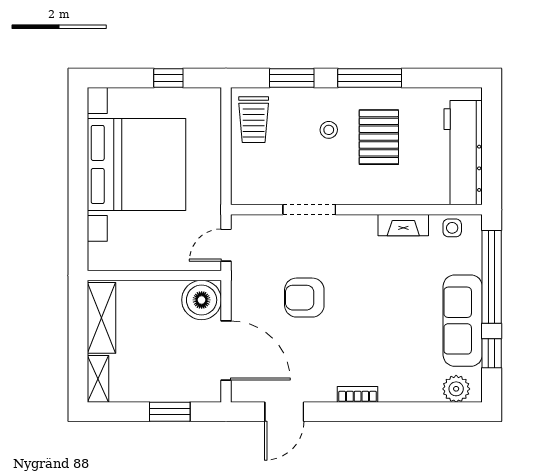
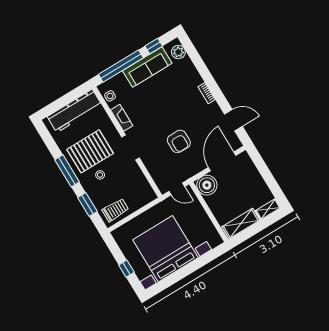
window: (168, 78) -> (126, 269), moved
pallet: (379, 137) -> (90, 151), width x1.37, depth x1.41
doorway: (309, 210) -> (130, 147), moved
window: (170, 412) -> (263, 170), removed

